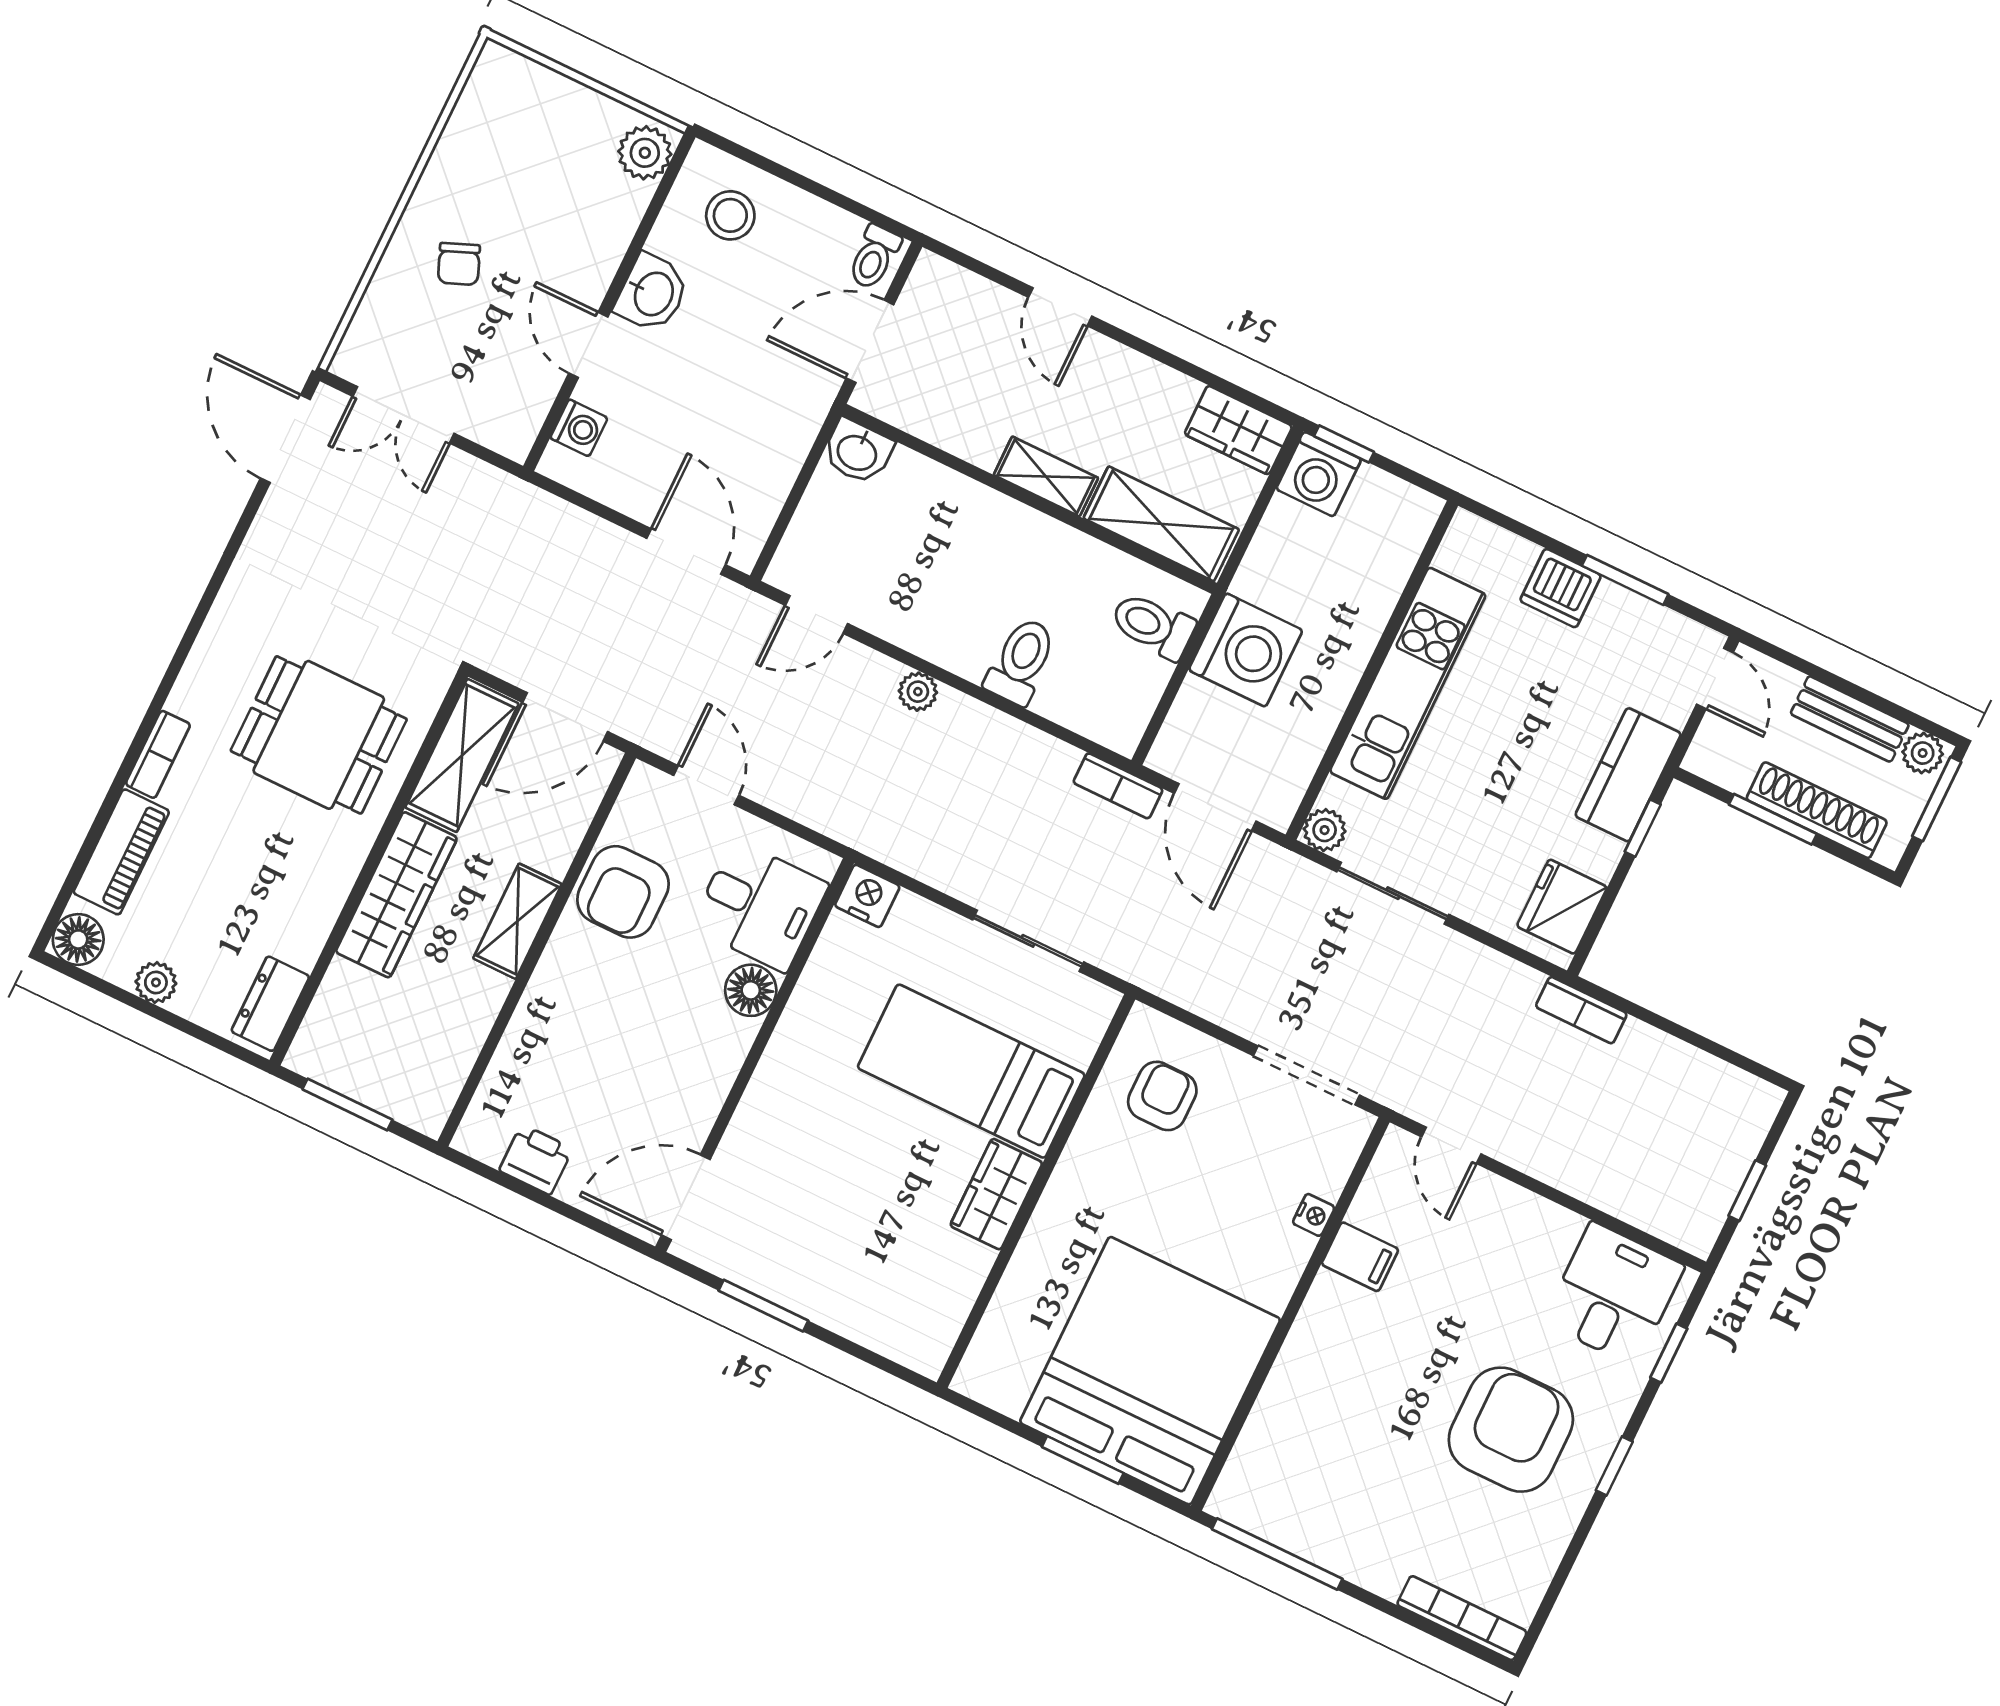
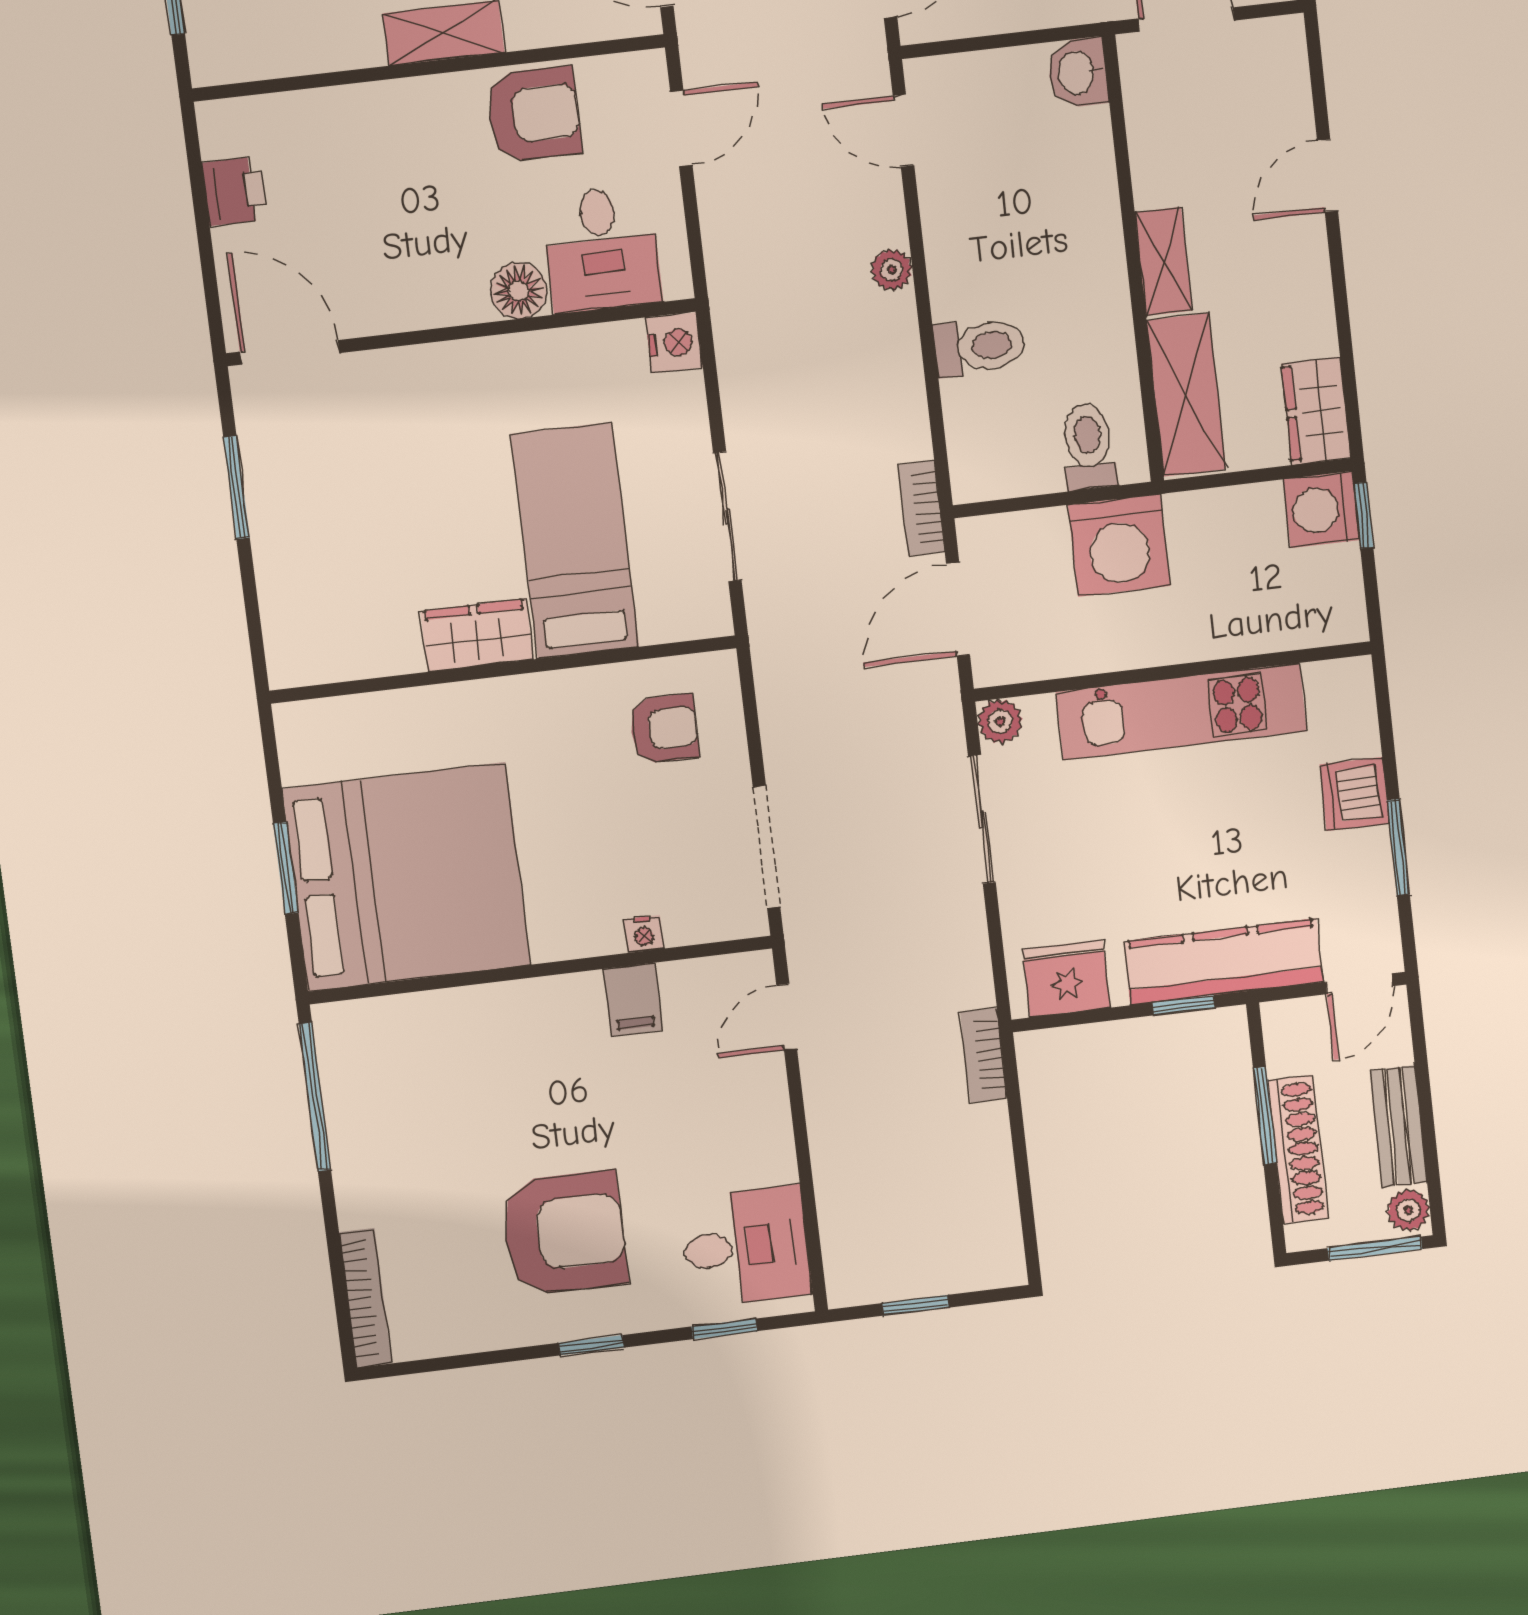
kitchen counter: (1628, 775) -> (1223, 962), width x1.50
armchair: (623, 892) -> (534, 114), turned 180

